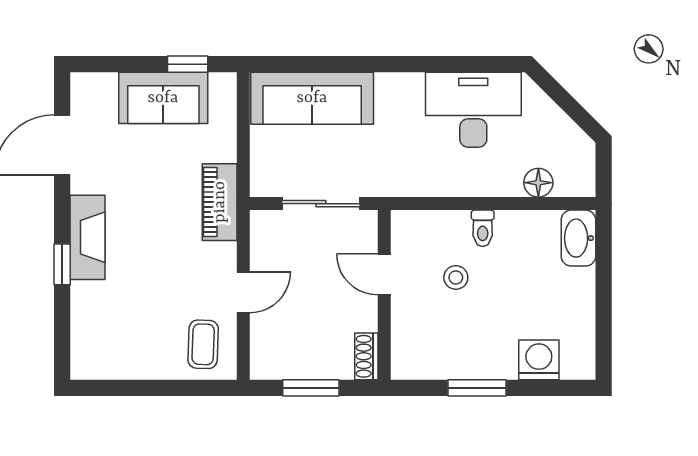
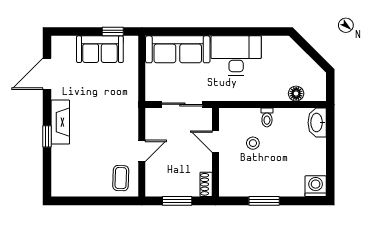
desk: (473, 110) -> (236, 55), moved
piano: (220, 202) -> (129, 104), removed
washing machine: (539, 360) -> (316, 186), moved

